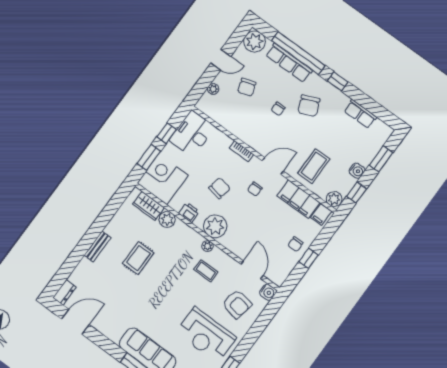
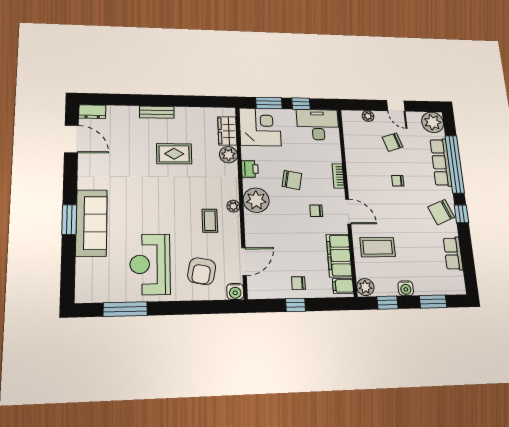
chair: (309, 106) -> (441, 212), moved

